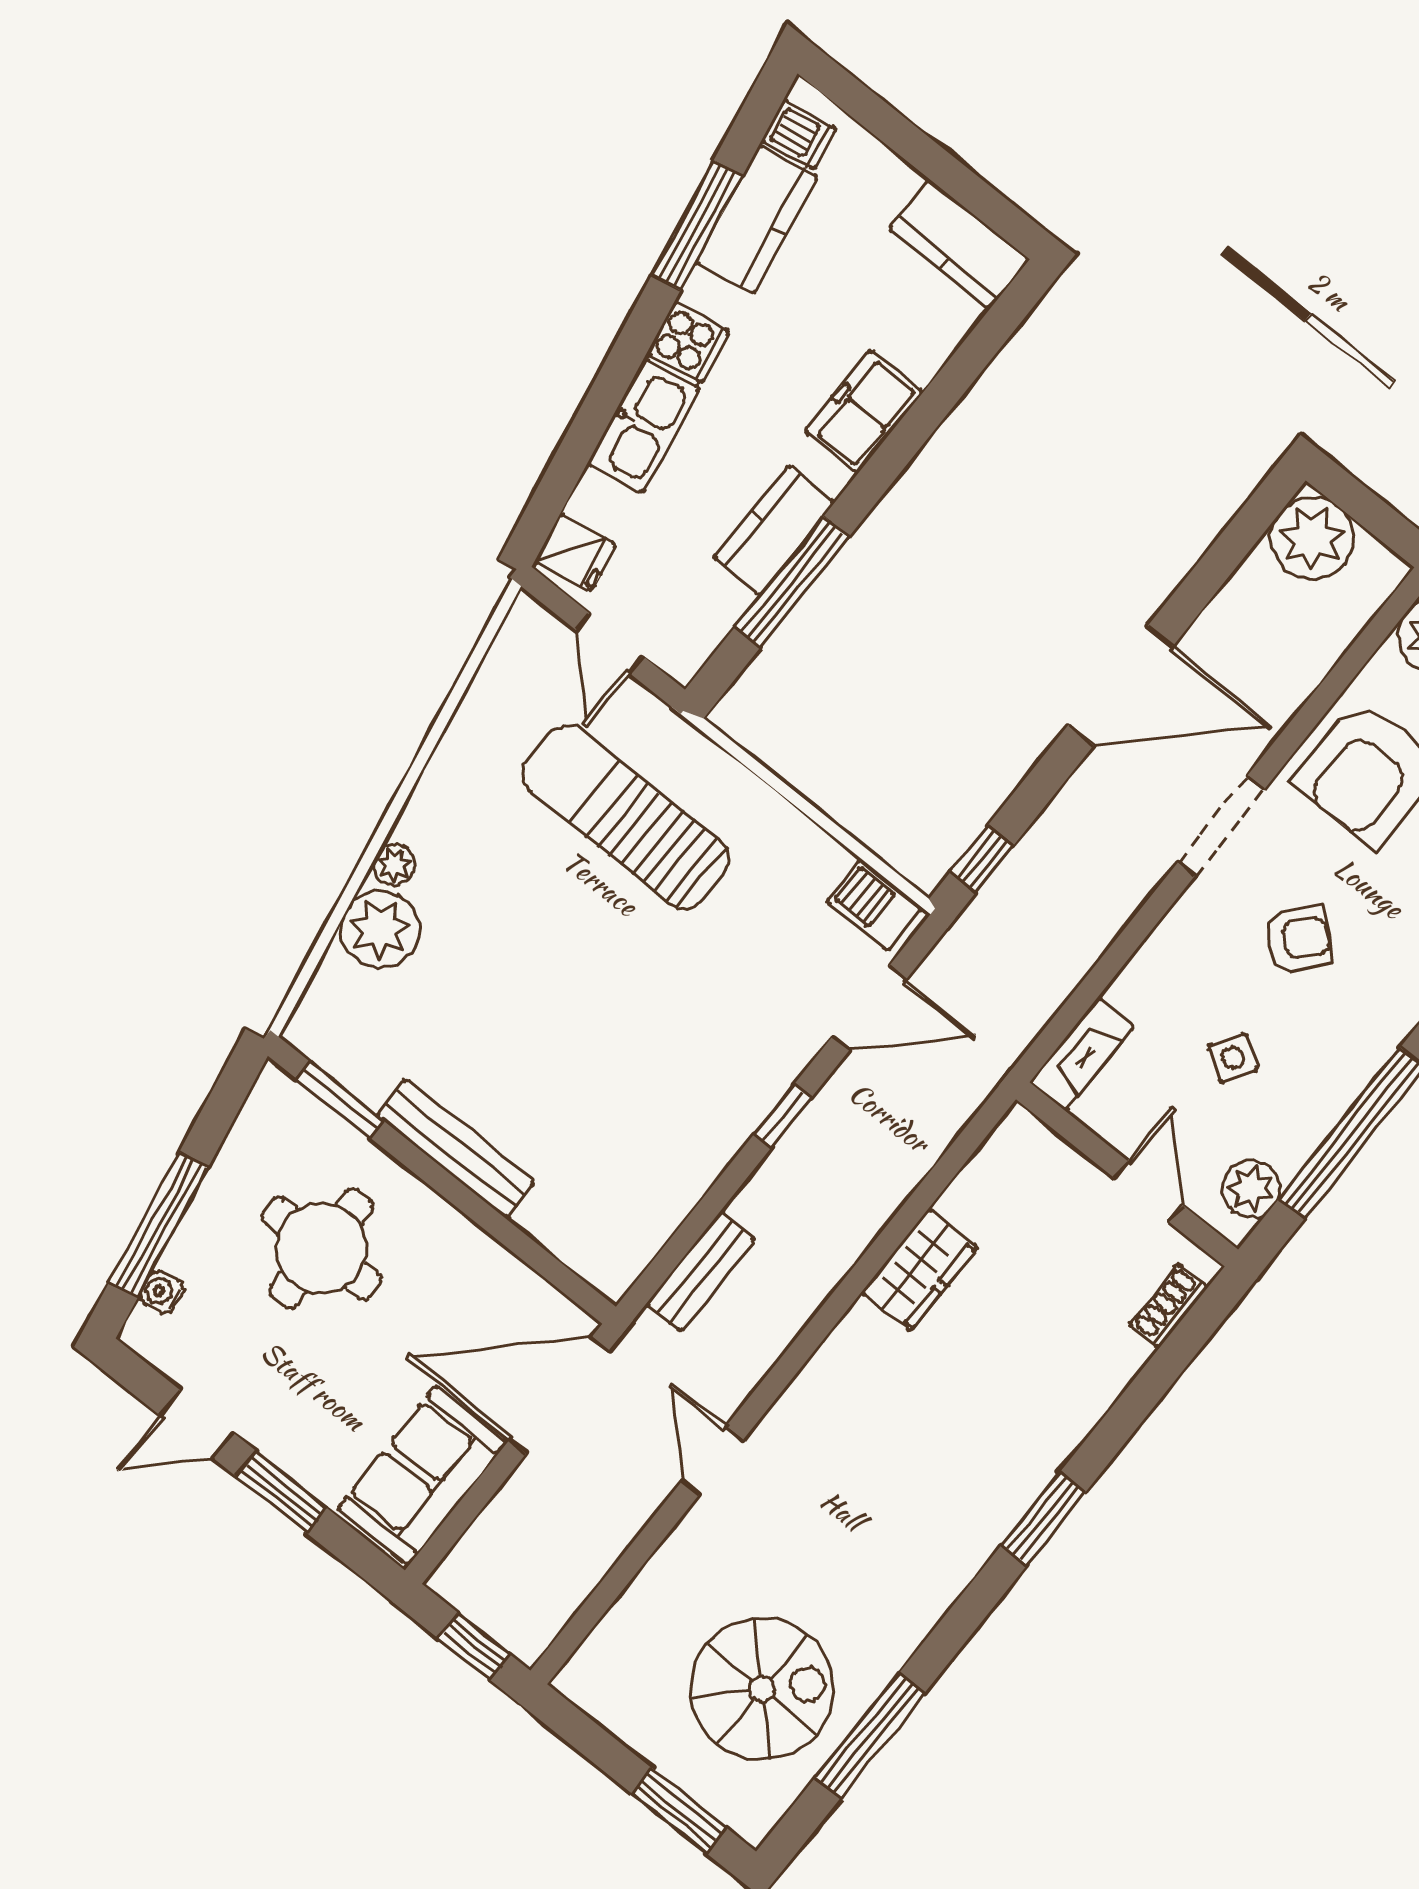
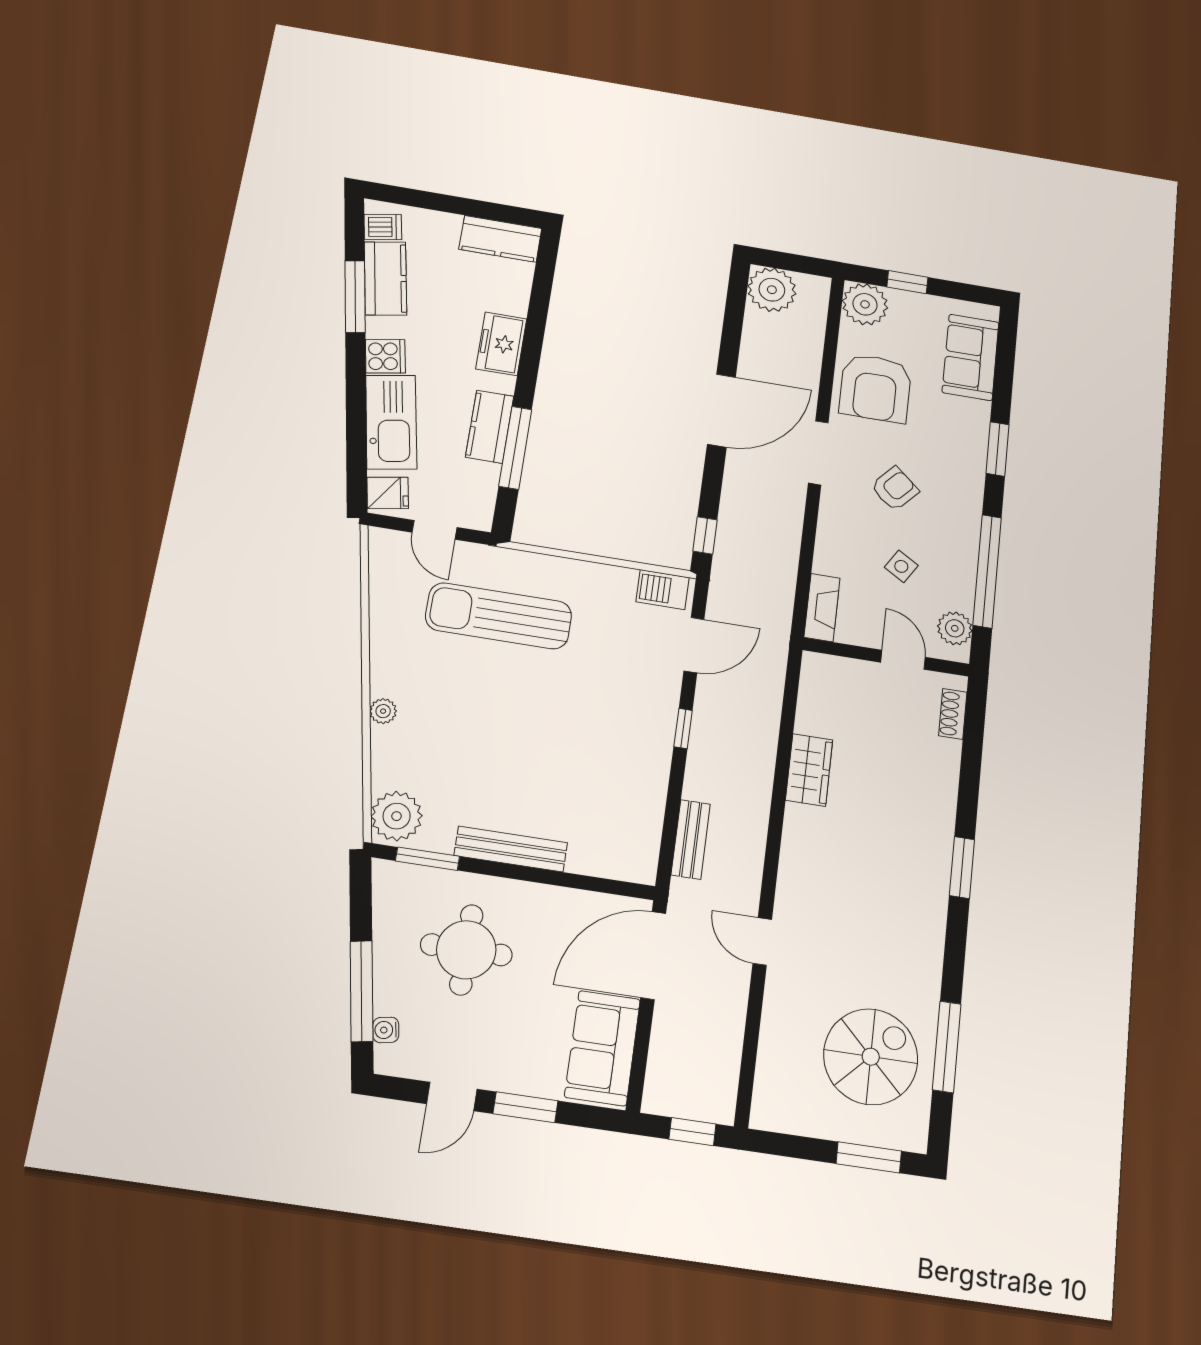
kitchen sink: (644, 425) -> (391, 422), width x1.36, depth x1.24
plant: (380, 929) -> (397, 816), moved

